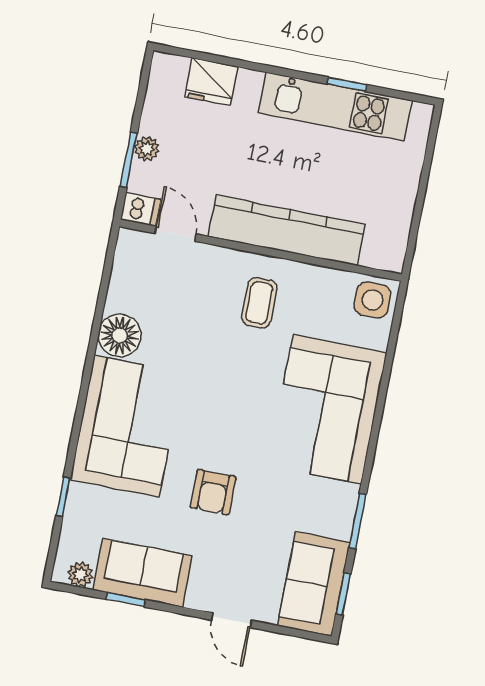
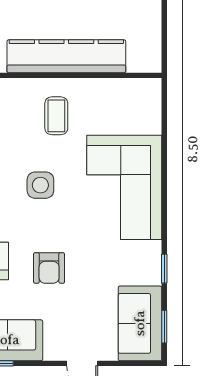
side table: (372, 300) -> (40, 185), moved
window: (358, 521) -> (164, 269), width x0.67

